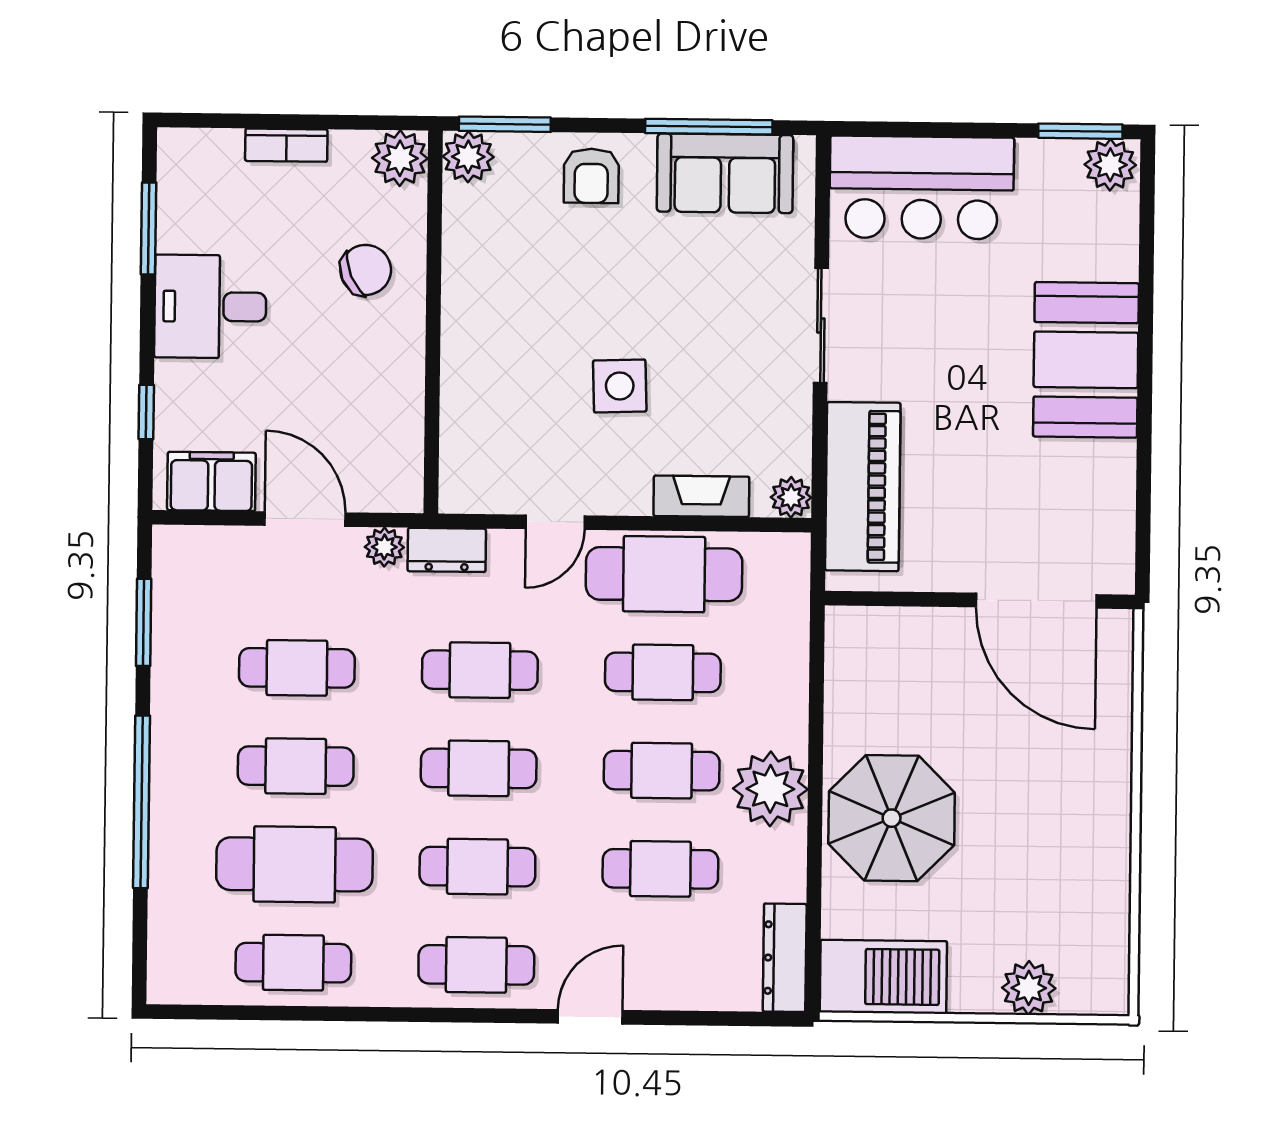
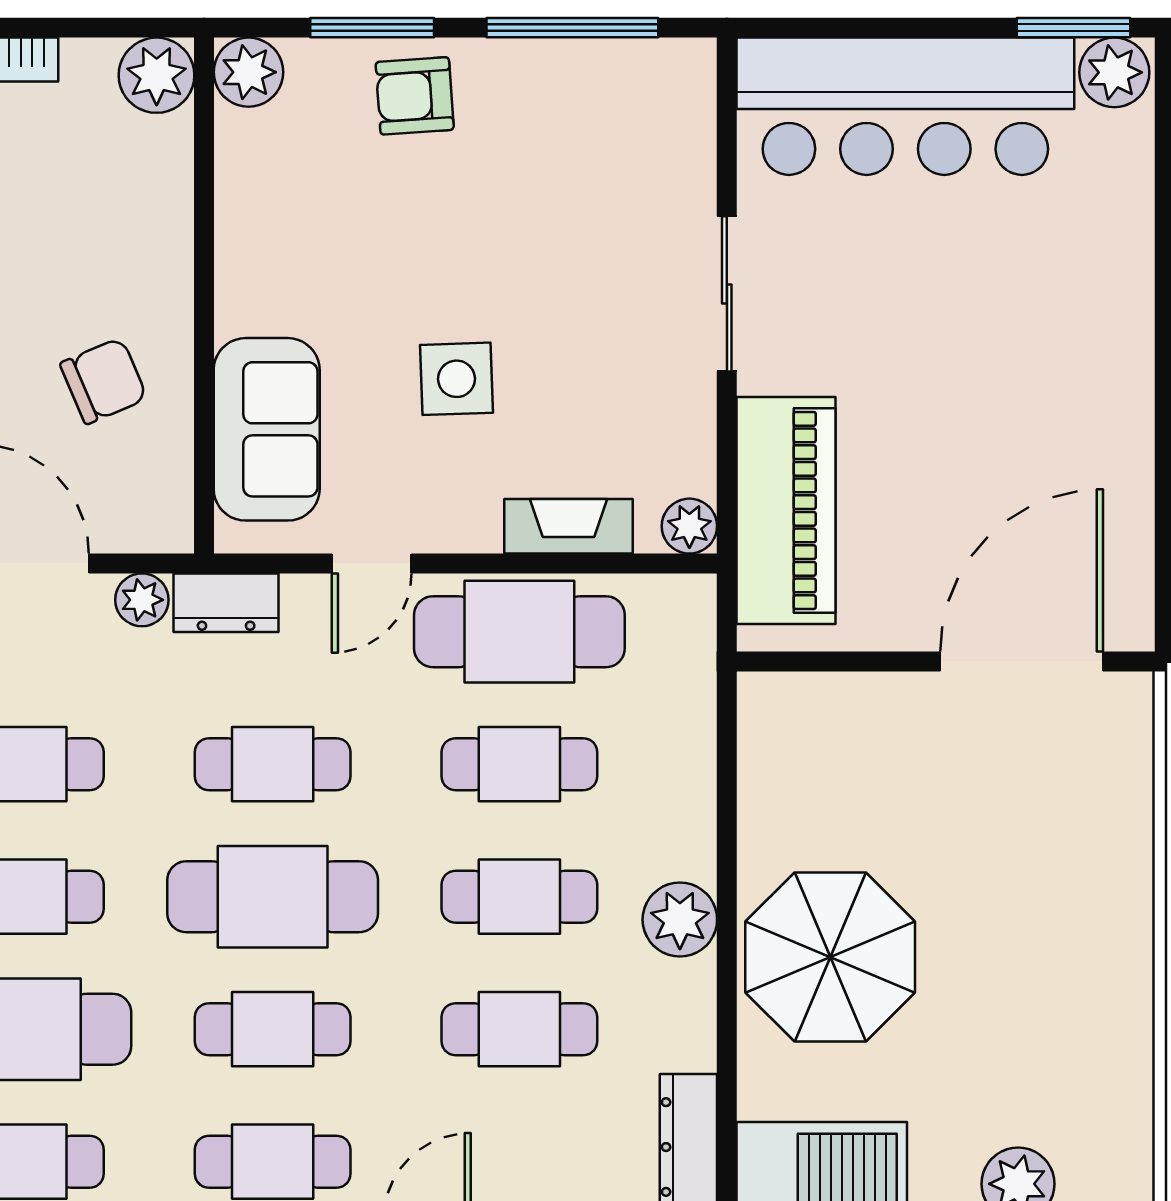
window: (505, 124) -> (372, 28), moved
sofa: (725, 173) -> (267, 429), moved, turned -90
armchair: (591, 176) -> (415, 96), turned 86
bar counter: (922, 188) -> (905, 106), width x1.36
chair: (366, 270) -> (104, 381), moved
booth: (1086, 360) -> (1085, 336), removed
door: (1036, 601) -> (1022, 661), swing flipped
cafe table: (479, 768) -> (273, 897), width x1.37, depth x1.35
plant: (770, 789) -> (680, 920), width x0.73, depth x0.73

